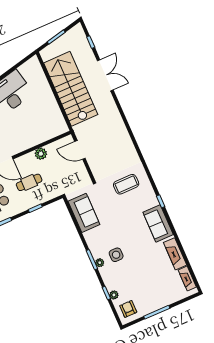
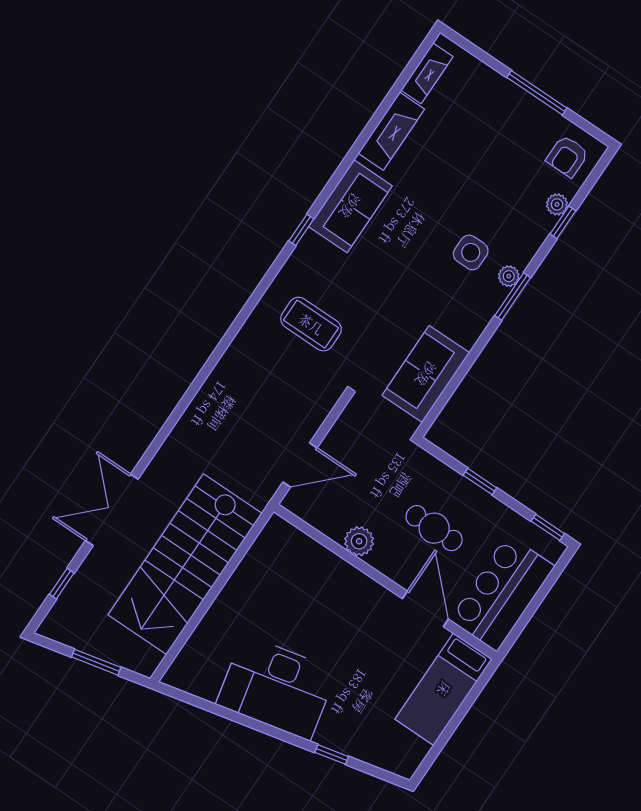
door: (80, 150) -> (300, 465), hinge flipped

